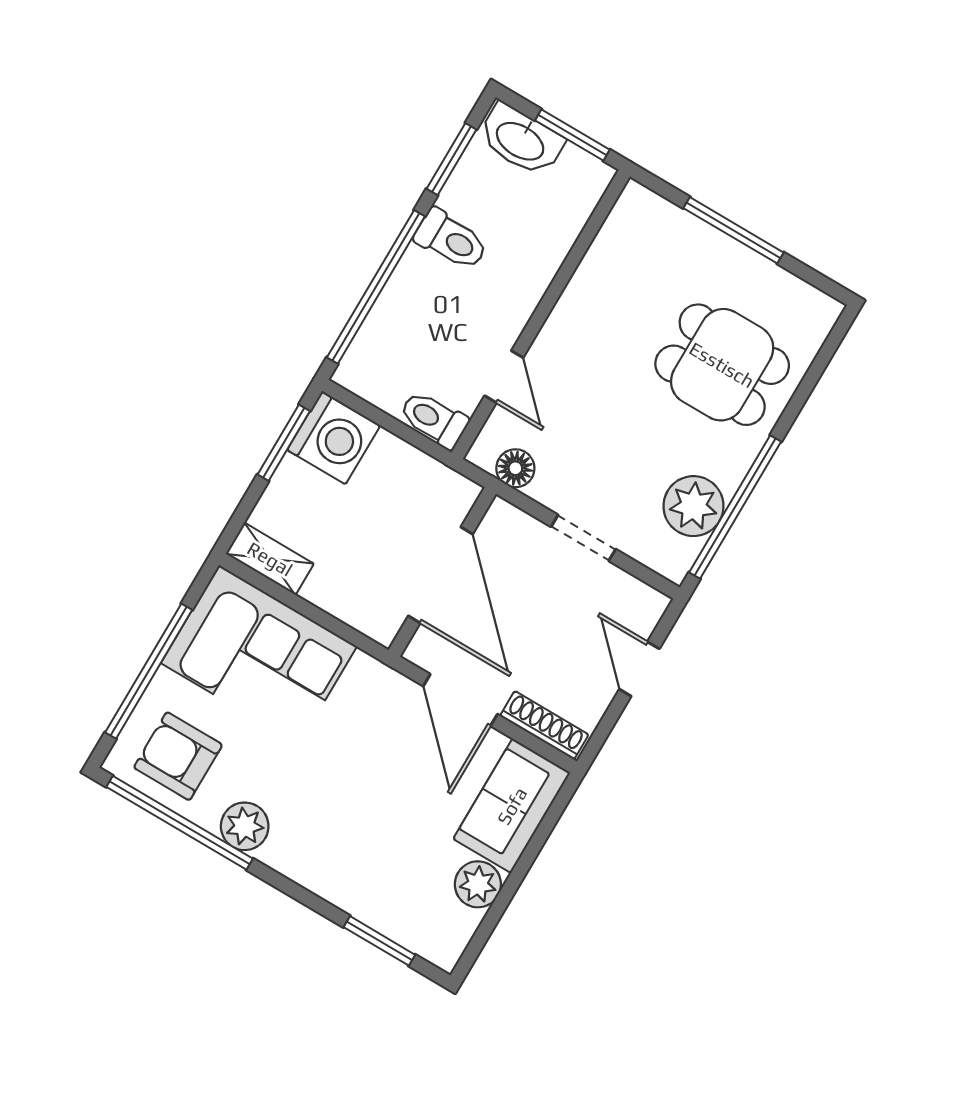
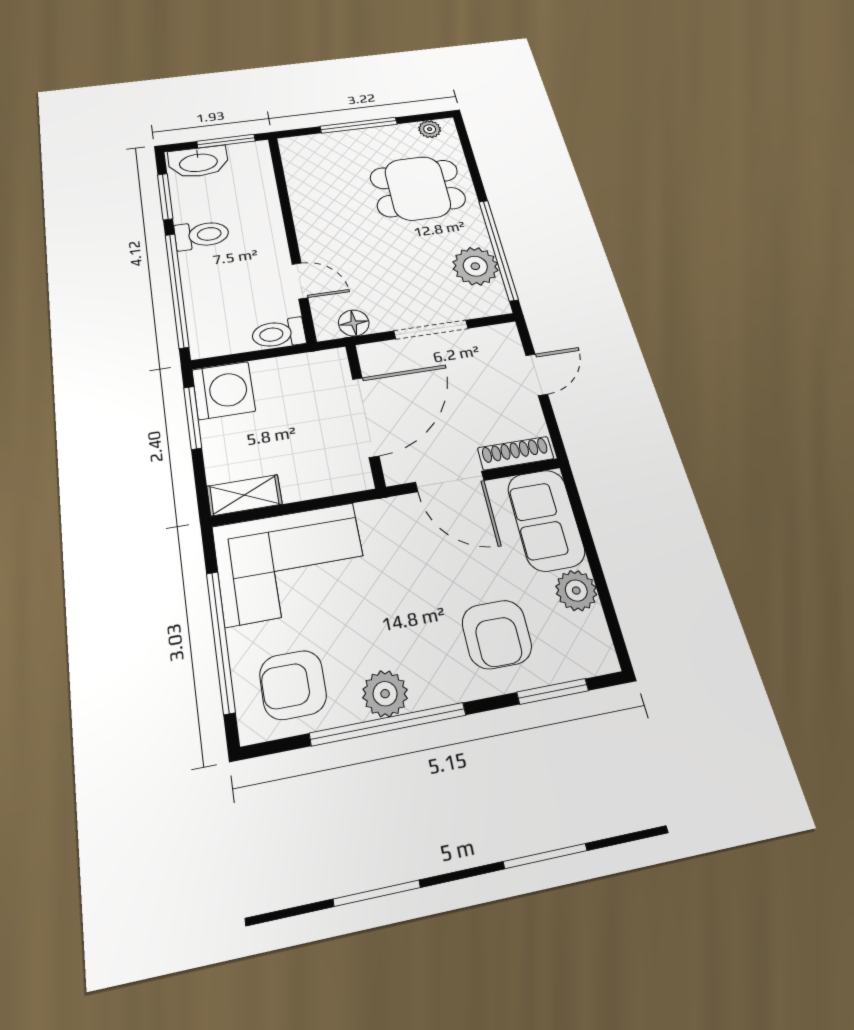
plant: (806, 299) -> (430, 129), added
doorway: (583, 538) -> (431, 330), width x1.38
door: (440, 575) -> (366, 417), hinge flipped
door: (639, 669) -> (537, 375), swing flipped
window: (180, 823) -> (388, 724), moved
armchair: (377, 860) -> (497, 634), added

